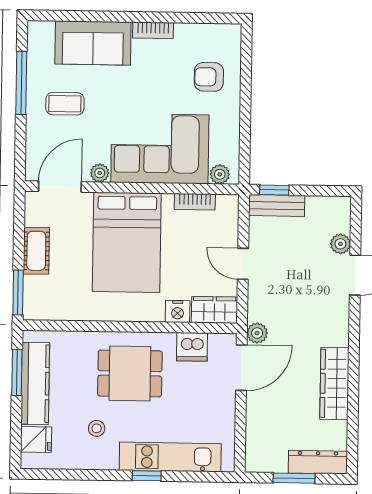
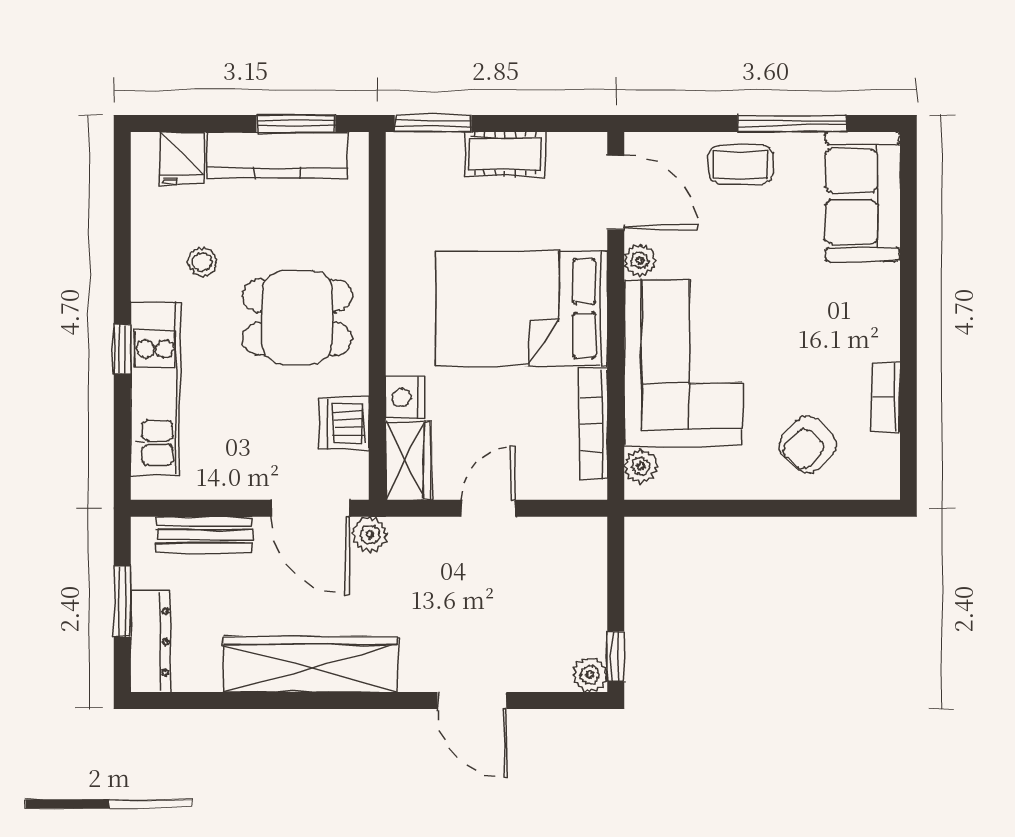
bookcase: (153, 30) -> (886, 397), moved
sofa: (93, 43) -> (863, 196), moved
armchair: (209, 77) -> (808, 445), turned -137
coffee table: (65, 104) -> (741, 164), moved, turned 90
window: (274, 190) -> (616, 656), moved
bookcase: (195, 202) -> (593, 424), width x1.56
bench: (277, 205) -> (204, 535), moved, turned 90
plant: (340, 244) -> (590, 675), moved
dining table: (130, 373) -> (297, 317), turned 90
wardrobe: (334, 383) -> (310, 664), width x1.40, depth x1.17

